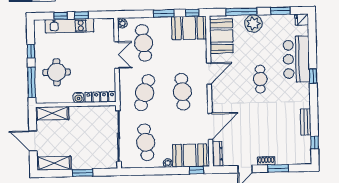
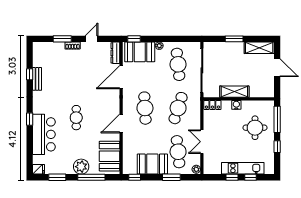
window: (164, 13) -> (171, 177), moved
booth: (189, 28) -> (152, 164), moved
locker: (100, 97) -> (212, 105), width x0.66
shelving: (52, 113) -> (234, 92), moved
window: (315, 143) -> (30, 74), moved

